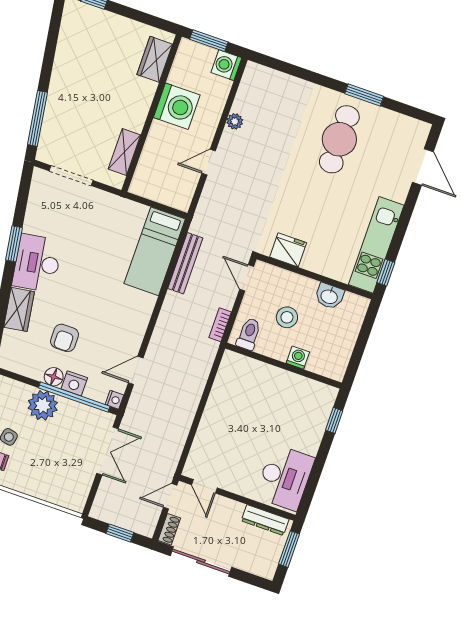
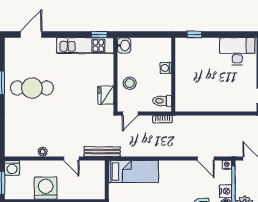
bench: (185, 263) -> (102, 152), moved
washbasin: (329, 296) -> (124, 45), moved
stool: (287, 317) -> (130, 83), moved

